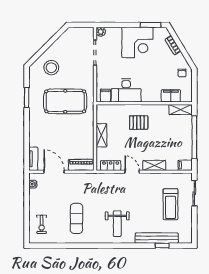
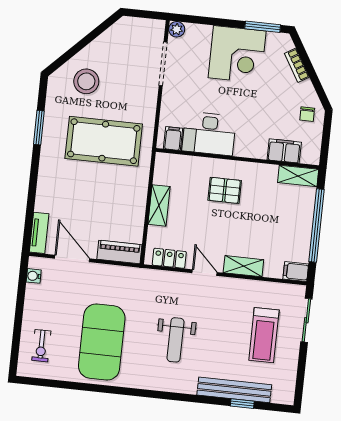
exercise mat: (77, 218) -> (102, 342), width x2.00, depth x1.45
weight bench: (117, 224) -> (175, 340), moved

